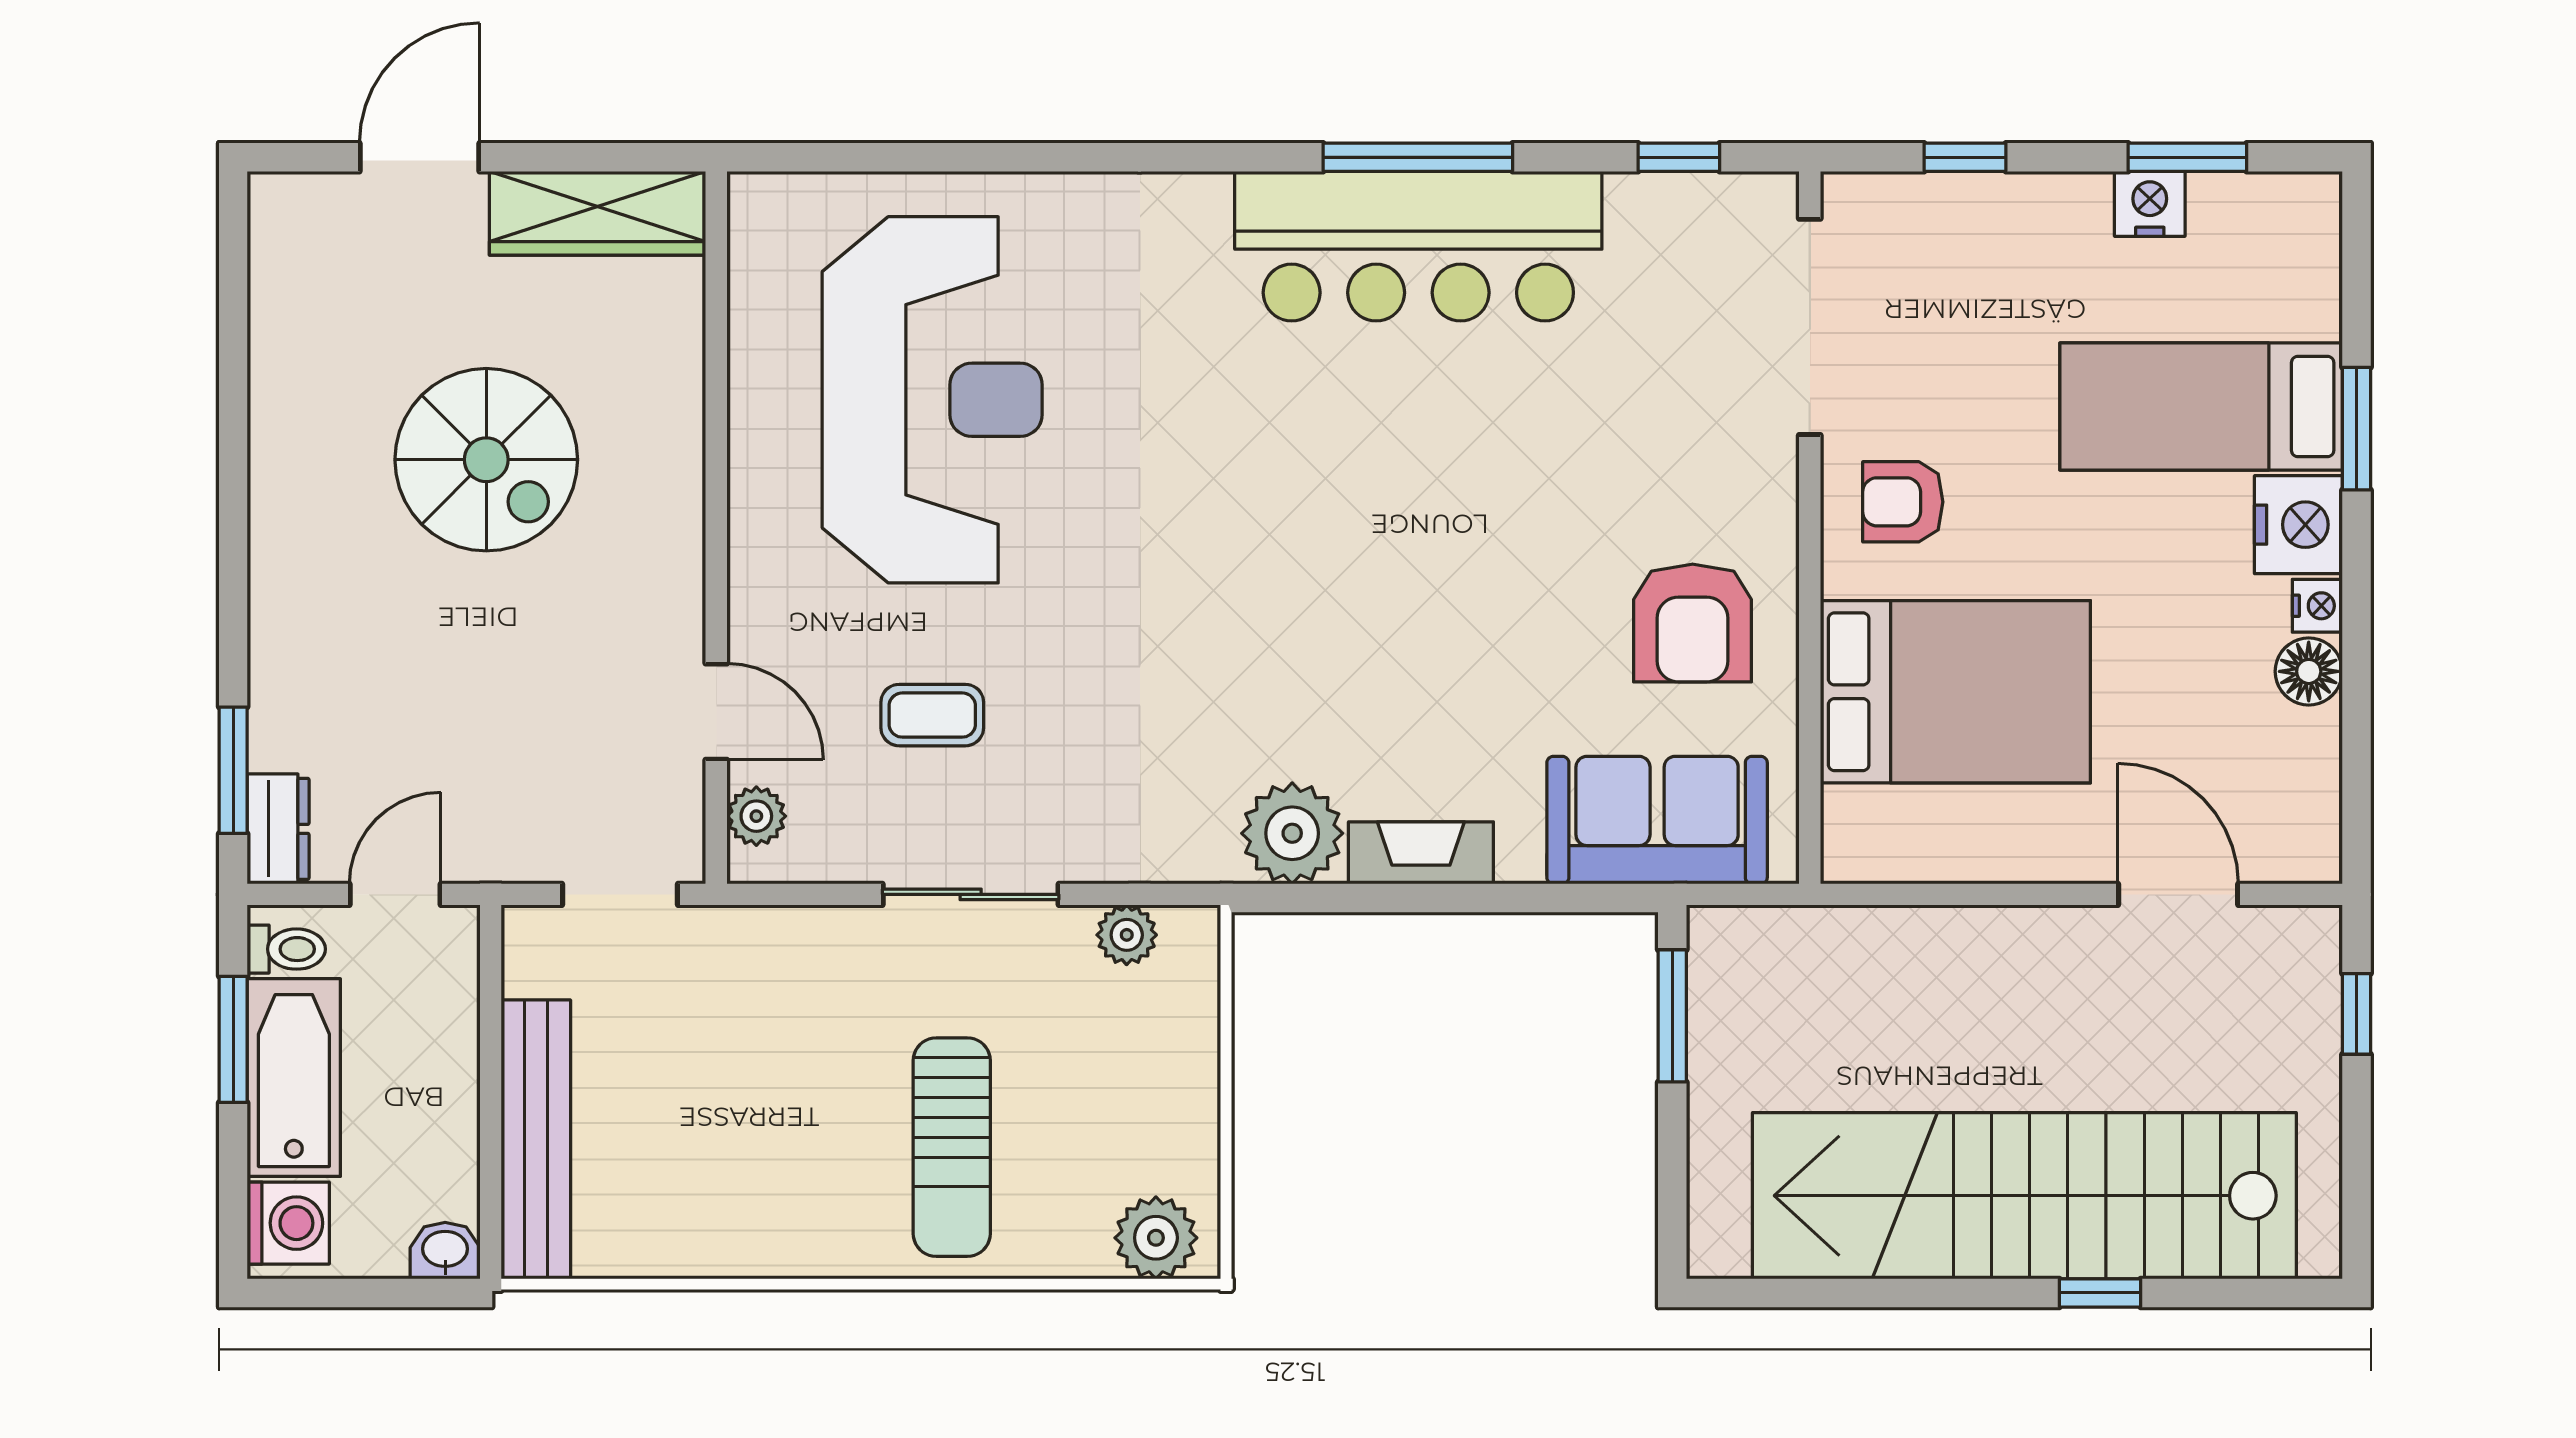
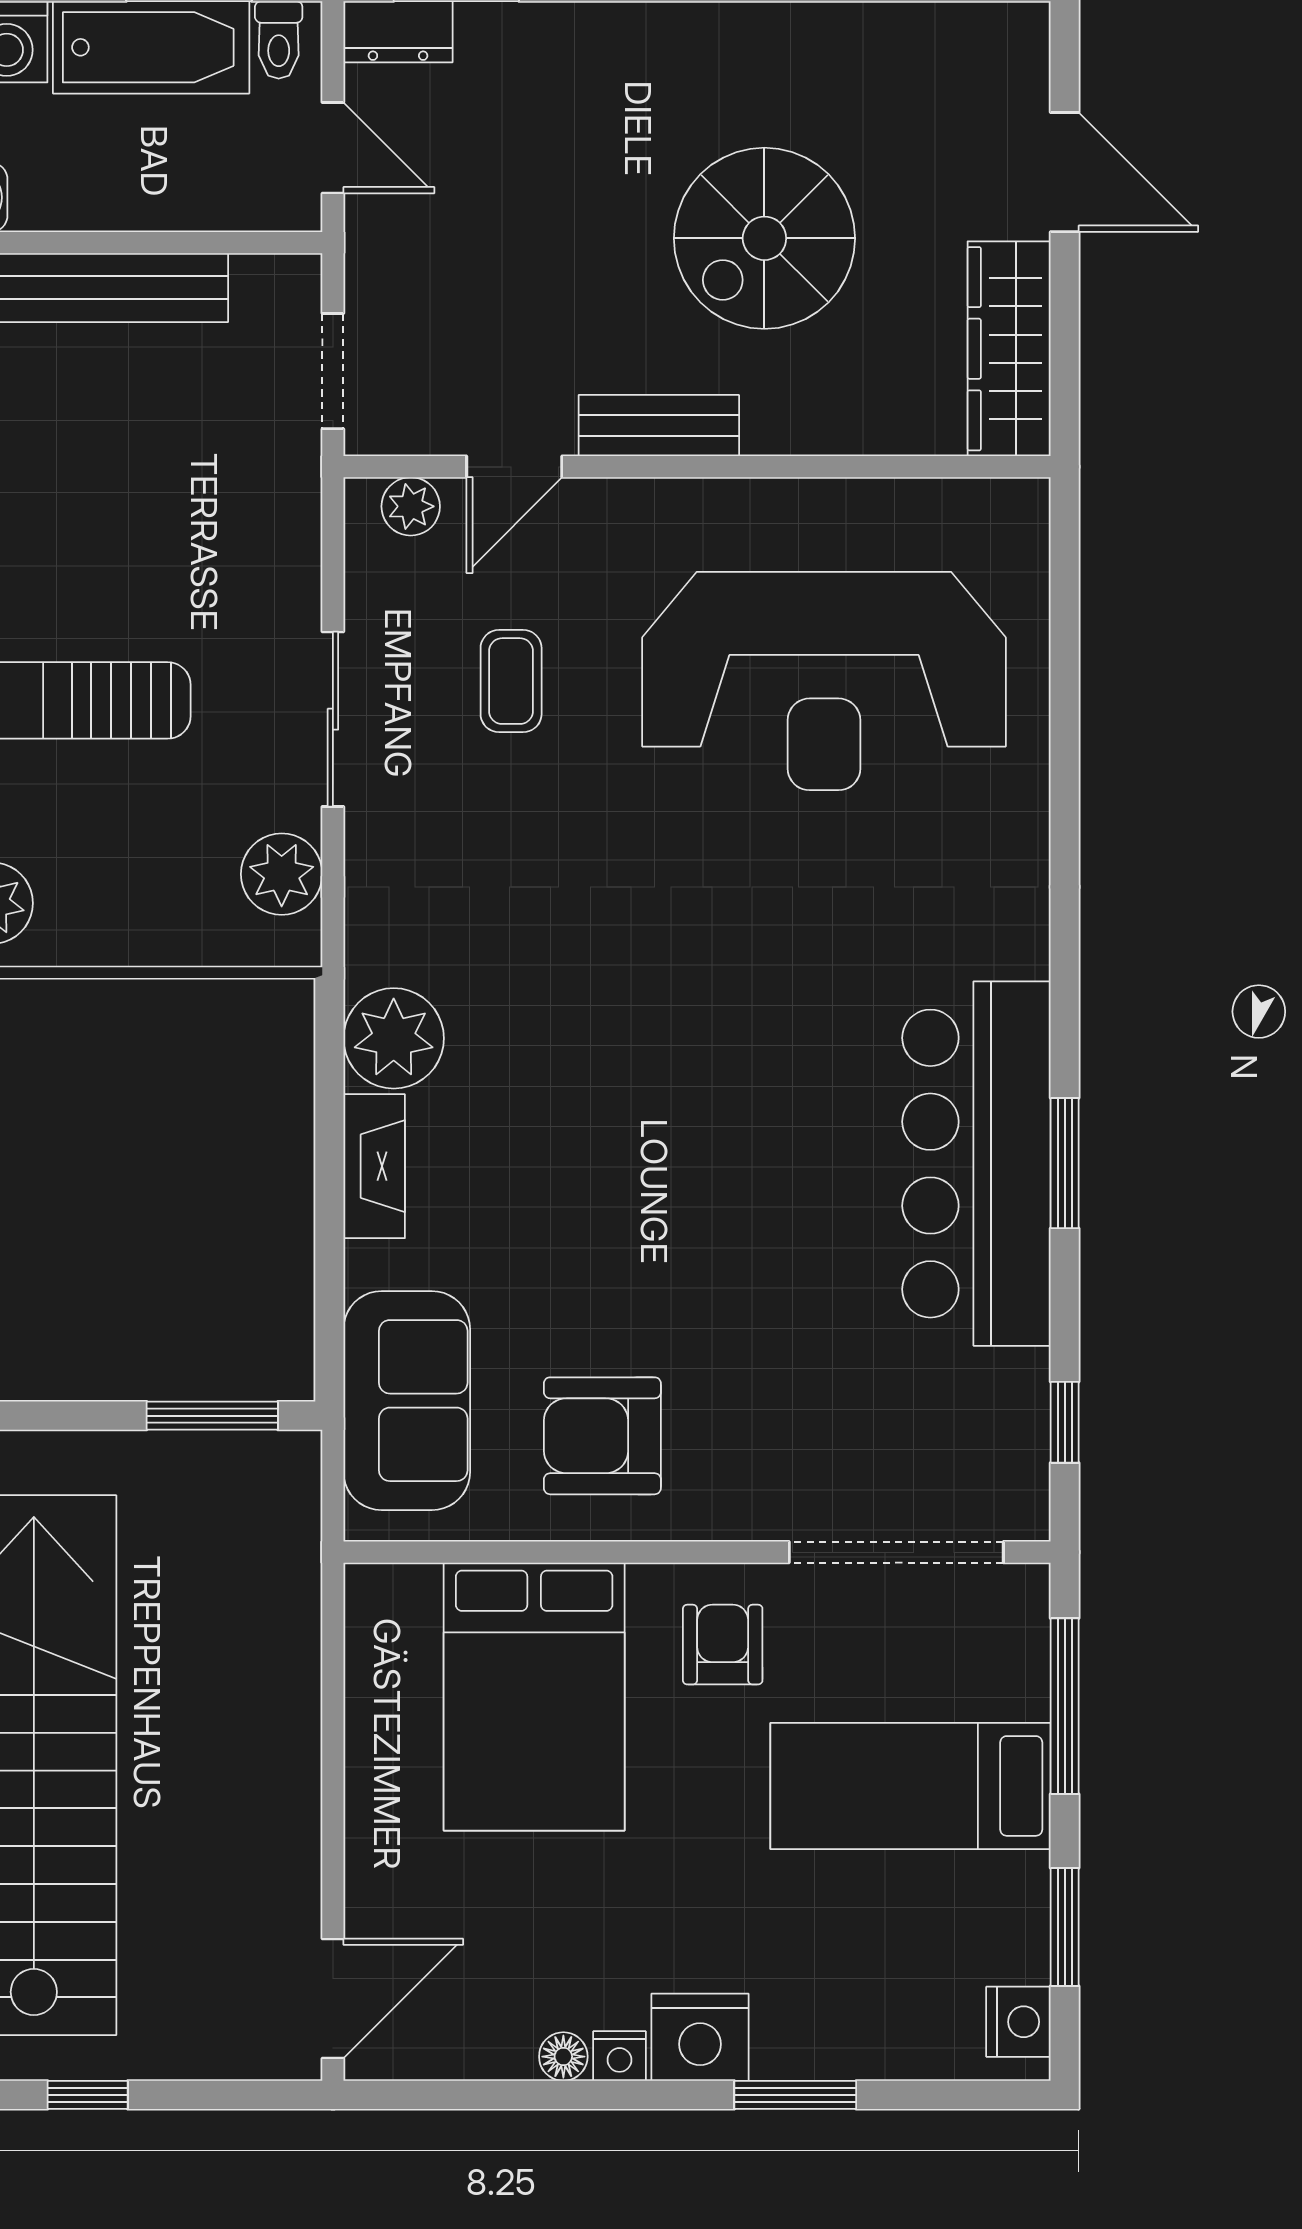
window: (1418, 157) -> (1065, 1163), width x0.69
window: (1965, 157) -> (1065, 1706), width x2.17
nightstand: (2150, 204) -> (1018, 2022), moved
bed: (2201, 406) -> (911, 1786), moved, turned -90
bench: (675, 566) -> (659, 426), added
floor lamp: (2309, 671) -> (563, 2057), width x0.73, depth x0.73
door: (2178, 894) -> (333, 1998), moved
plant: (1127, 935) -> (282, 874), width x1.38, depth x1.38
window: (2356, 1014) -> (88, 2095), moved

